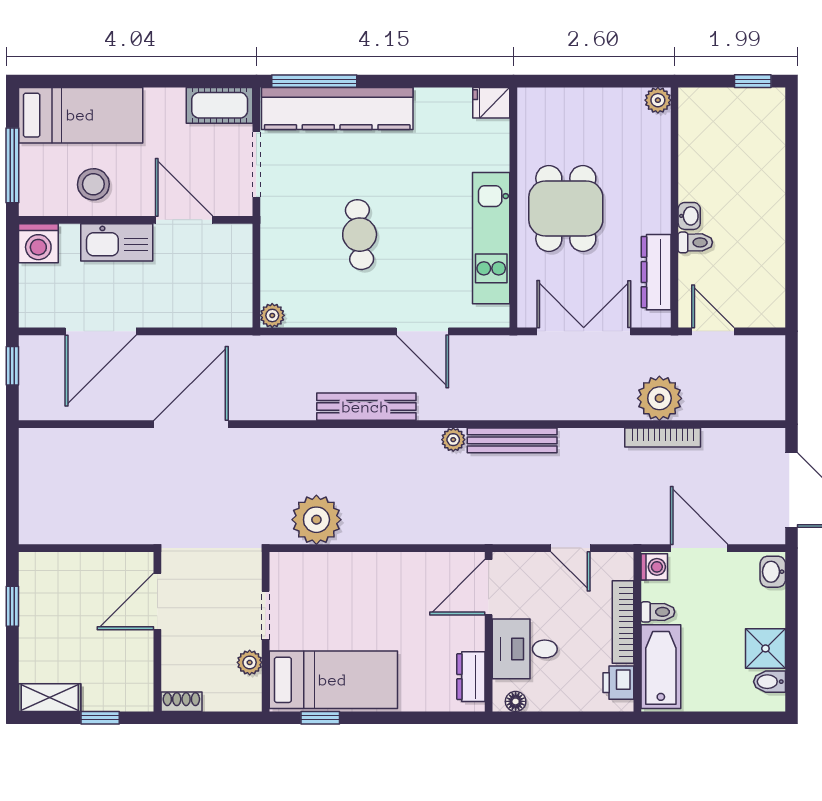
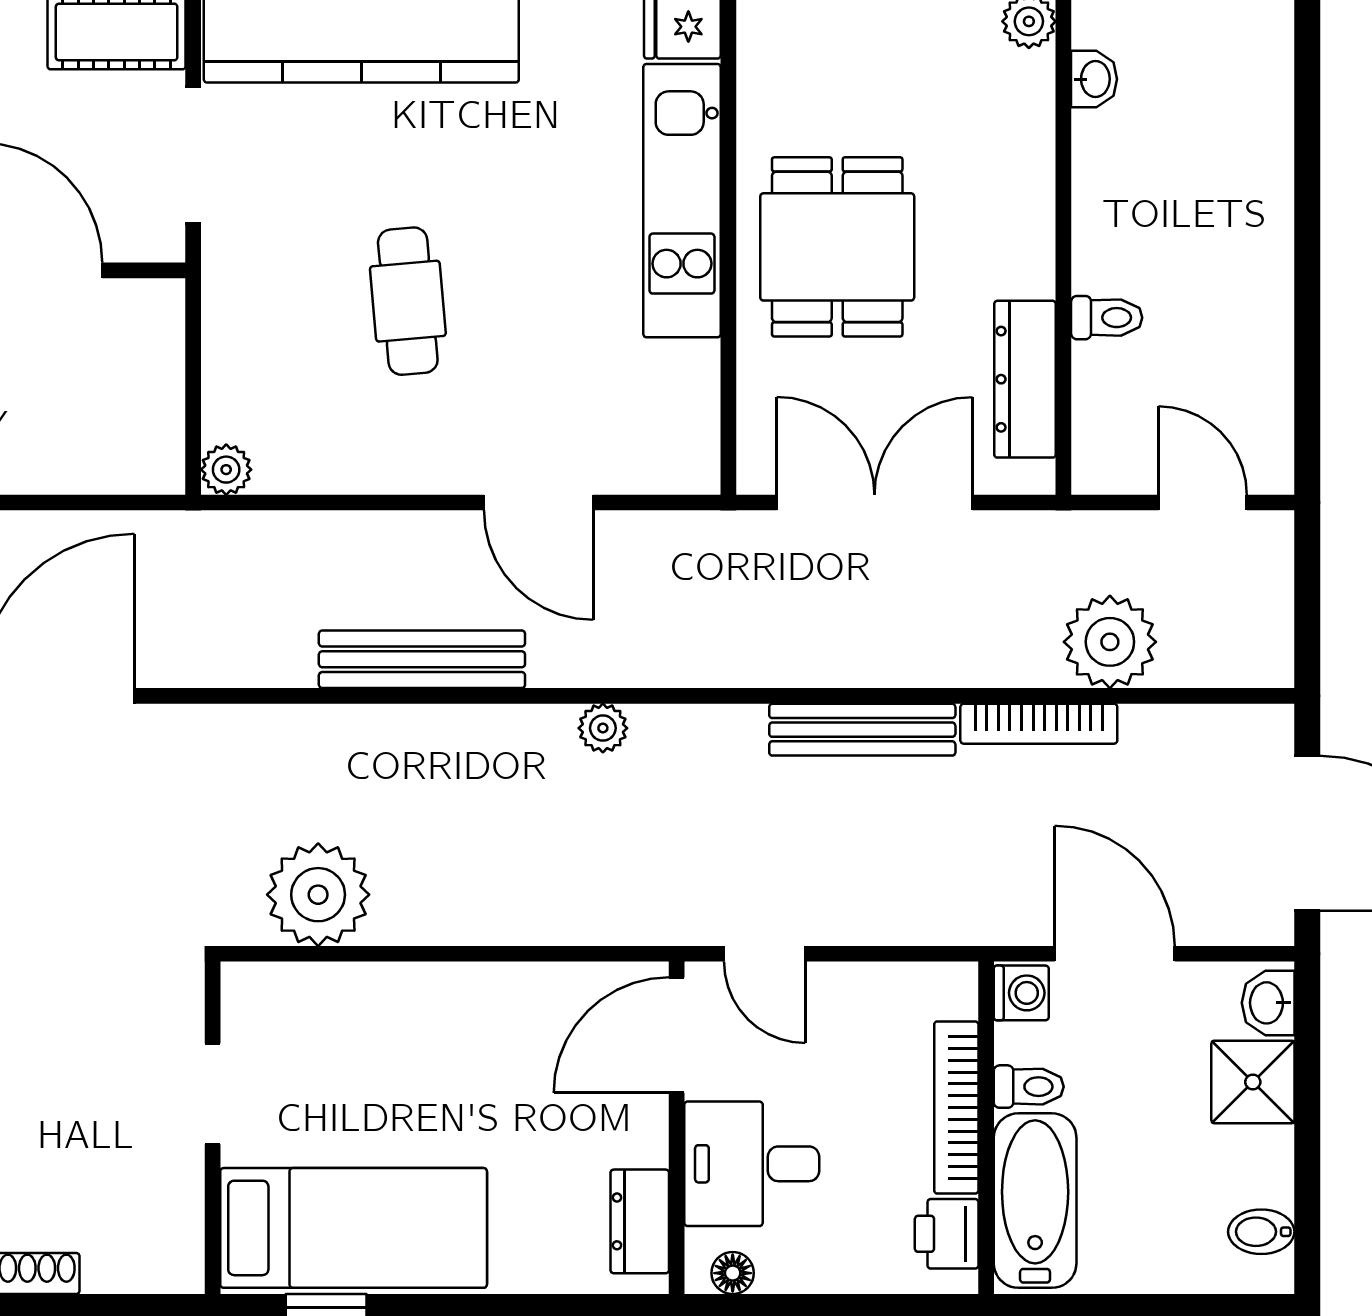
washbasin: (689, 216) -> (1094, 79), moved
kitchen unit: (491, 238) -> (682, 201), moved
door: (713, 331) -> (1203, 502), moved
plant: (659, 398) -> (1110, 642), moved
bench: (512, 440) -> (862, 730), moved
door: (570, 548) -> (764, 954), moved
shower: (765, 648) -> (1253, 1082), moved
plant: (250, 662) -> (179, 1192), removed

